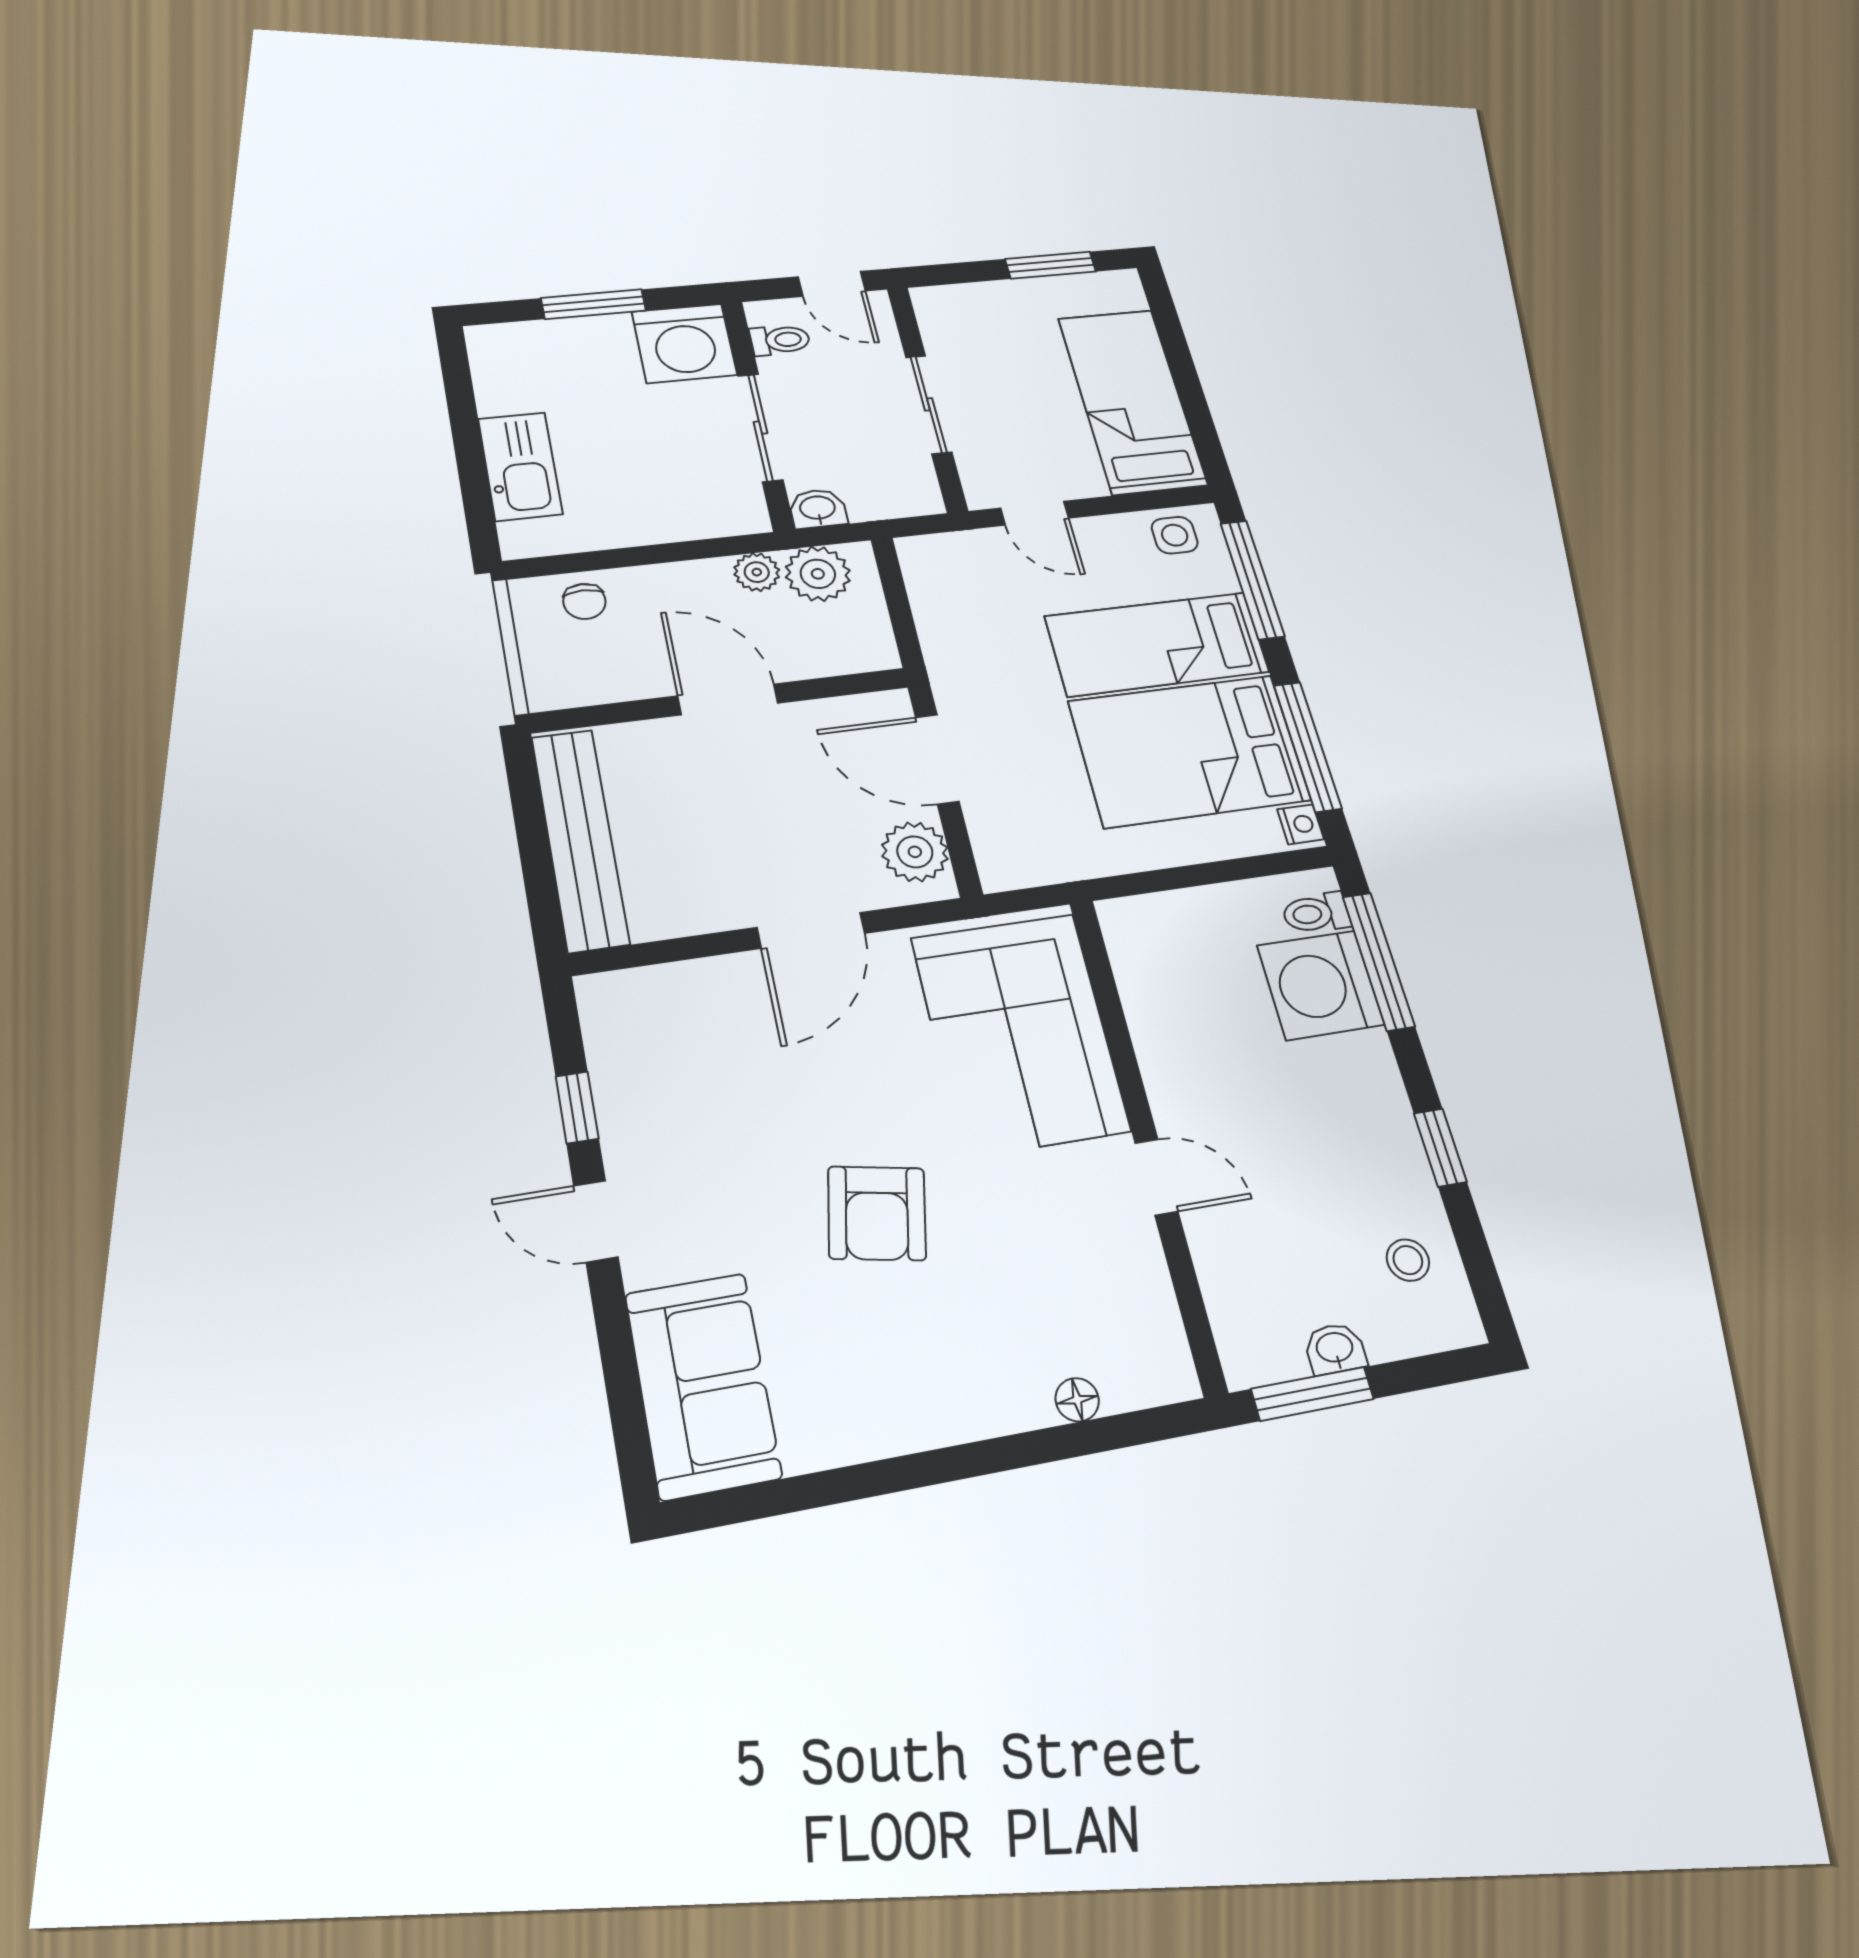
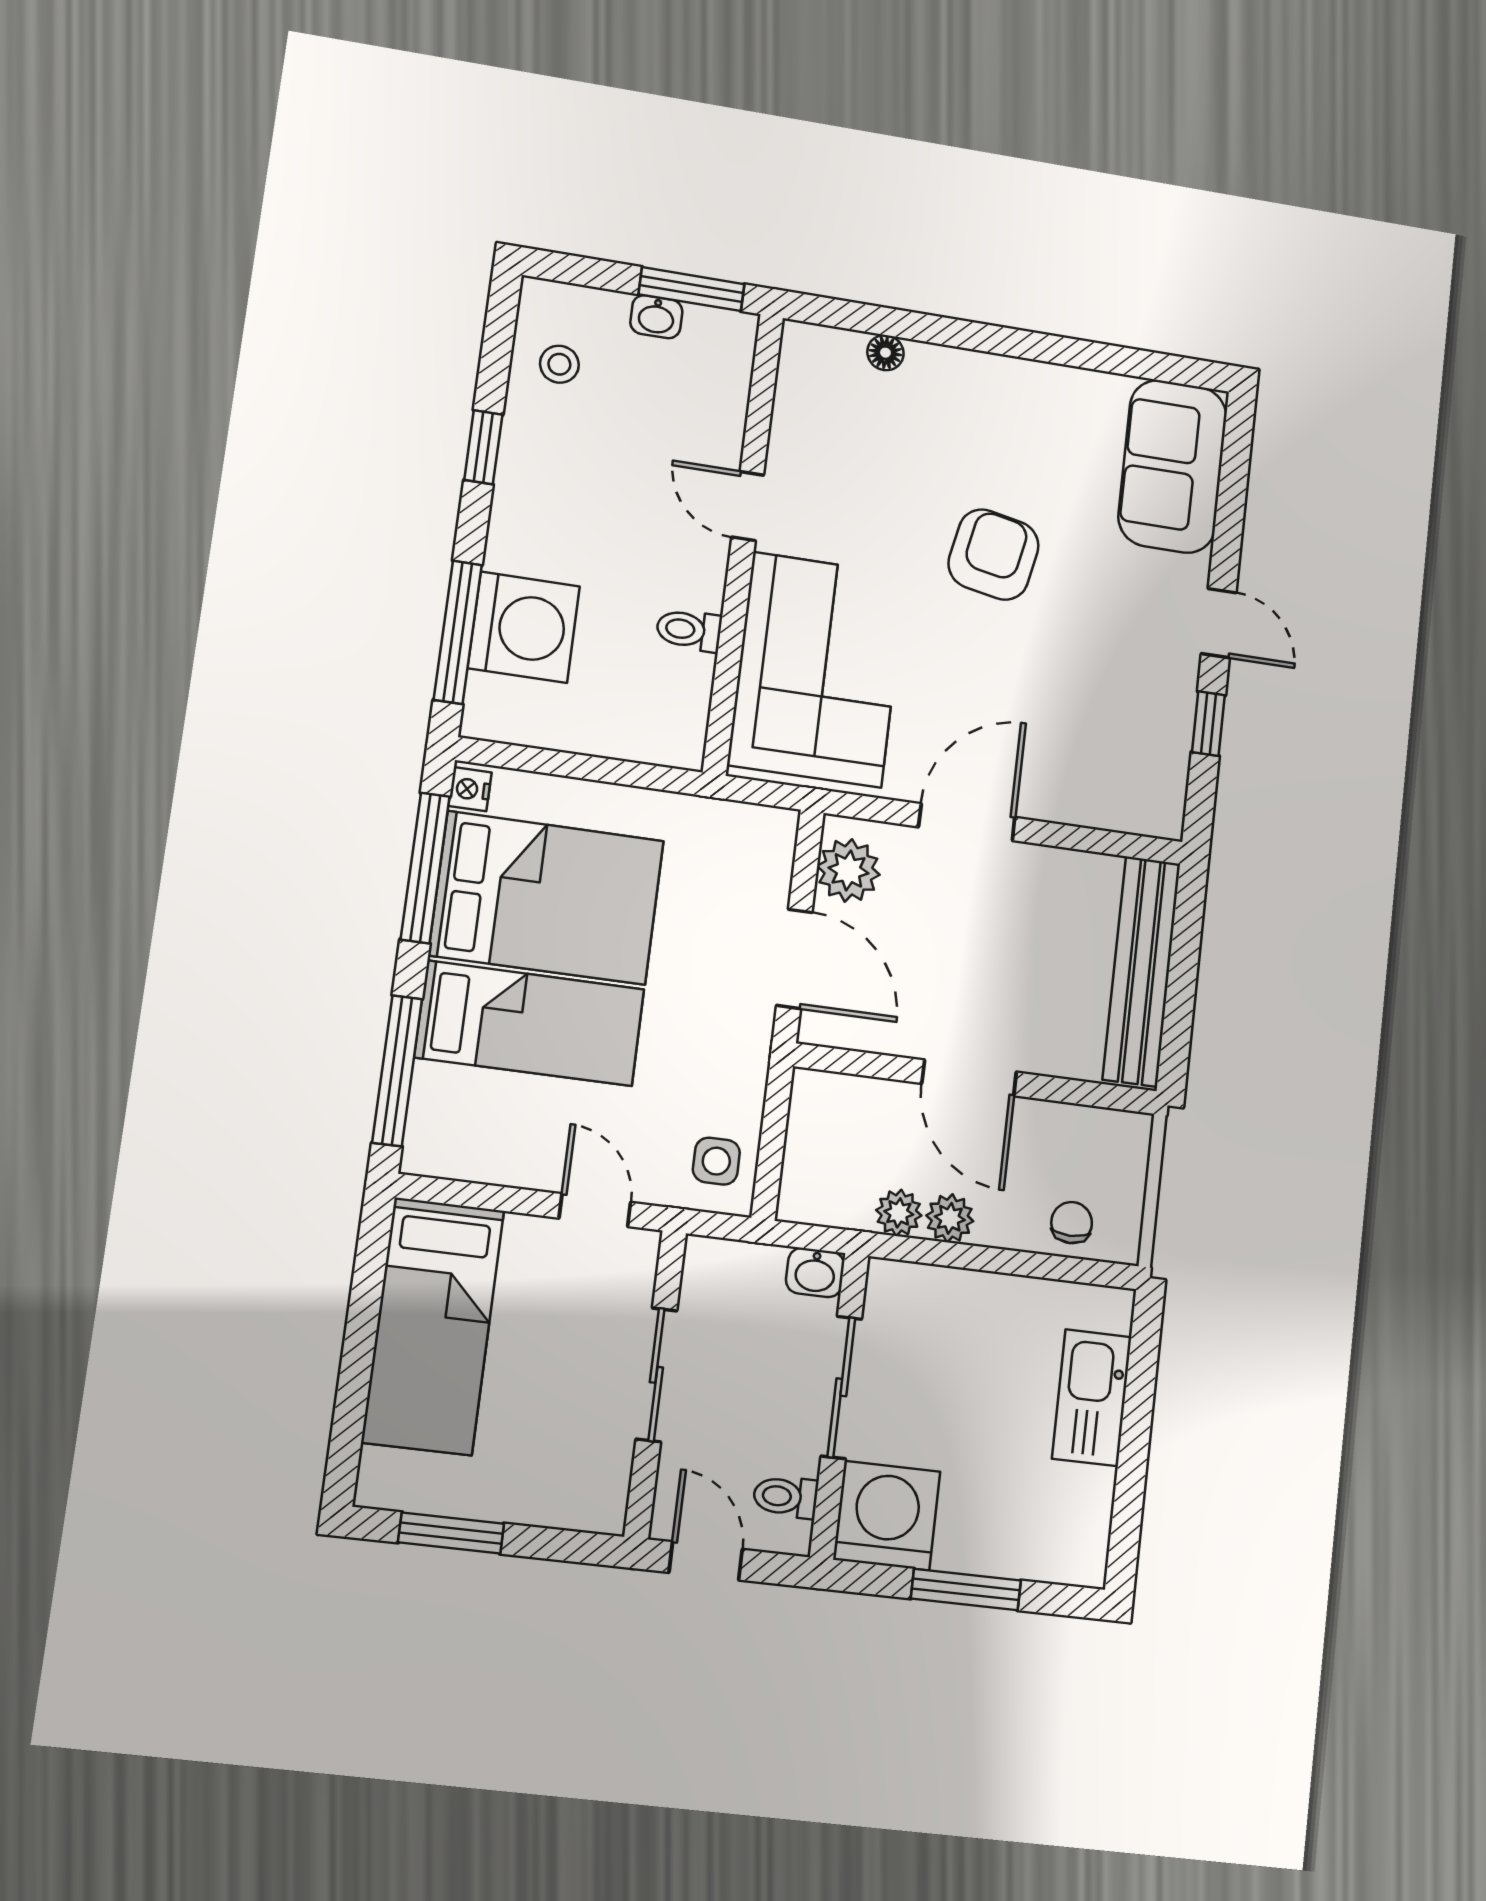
side table: (1175, 535) -> (716, 1161), moved
plant: (818, 574) -> (950, 1218), moved, width x0.73, depth x0.73
toilet: (1316, 913) -> (689, 630), moved, turned 180

